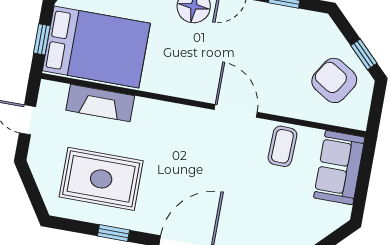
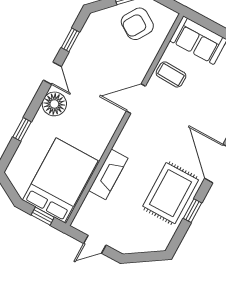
fireplace: (100, 103) -> (108, 174), moved
rug: (101, 179) -> (171, 193), moved

